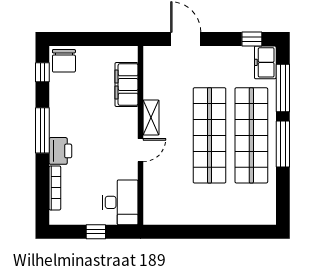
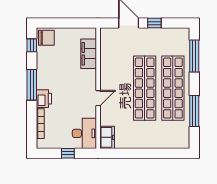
window: (252, 39) -> (154, 23), moved
chair: (64, 61) -> (46, 38), turned -90
freezer: (265, 62) -> (107, 137), moved, turned 180
shelving: (151, 118) -> (105, 76), removed
window: (283, 144) -> (194, 111), moved

